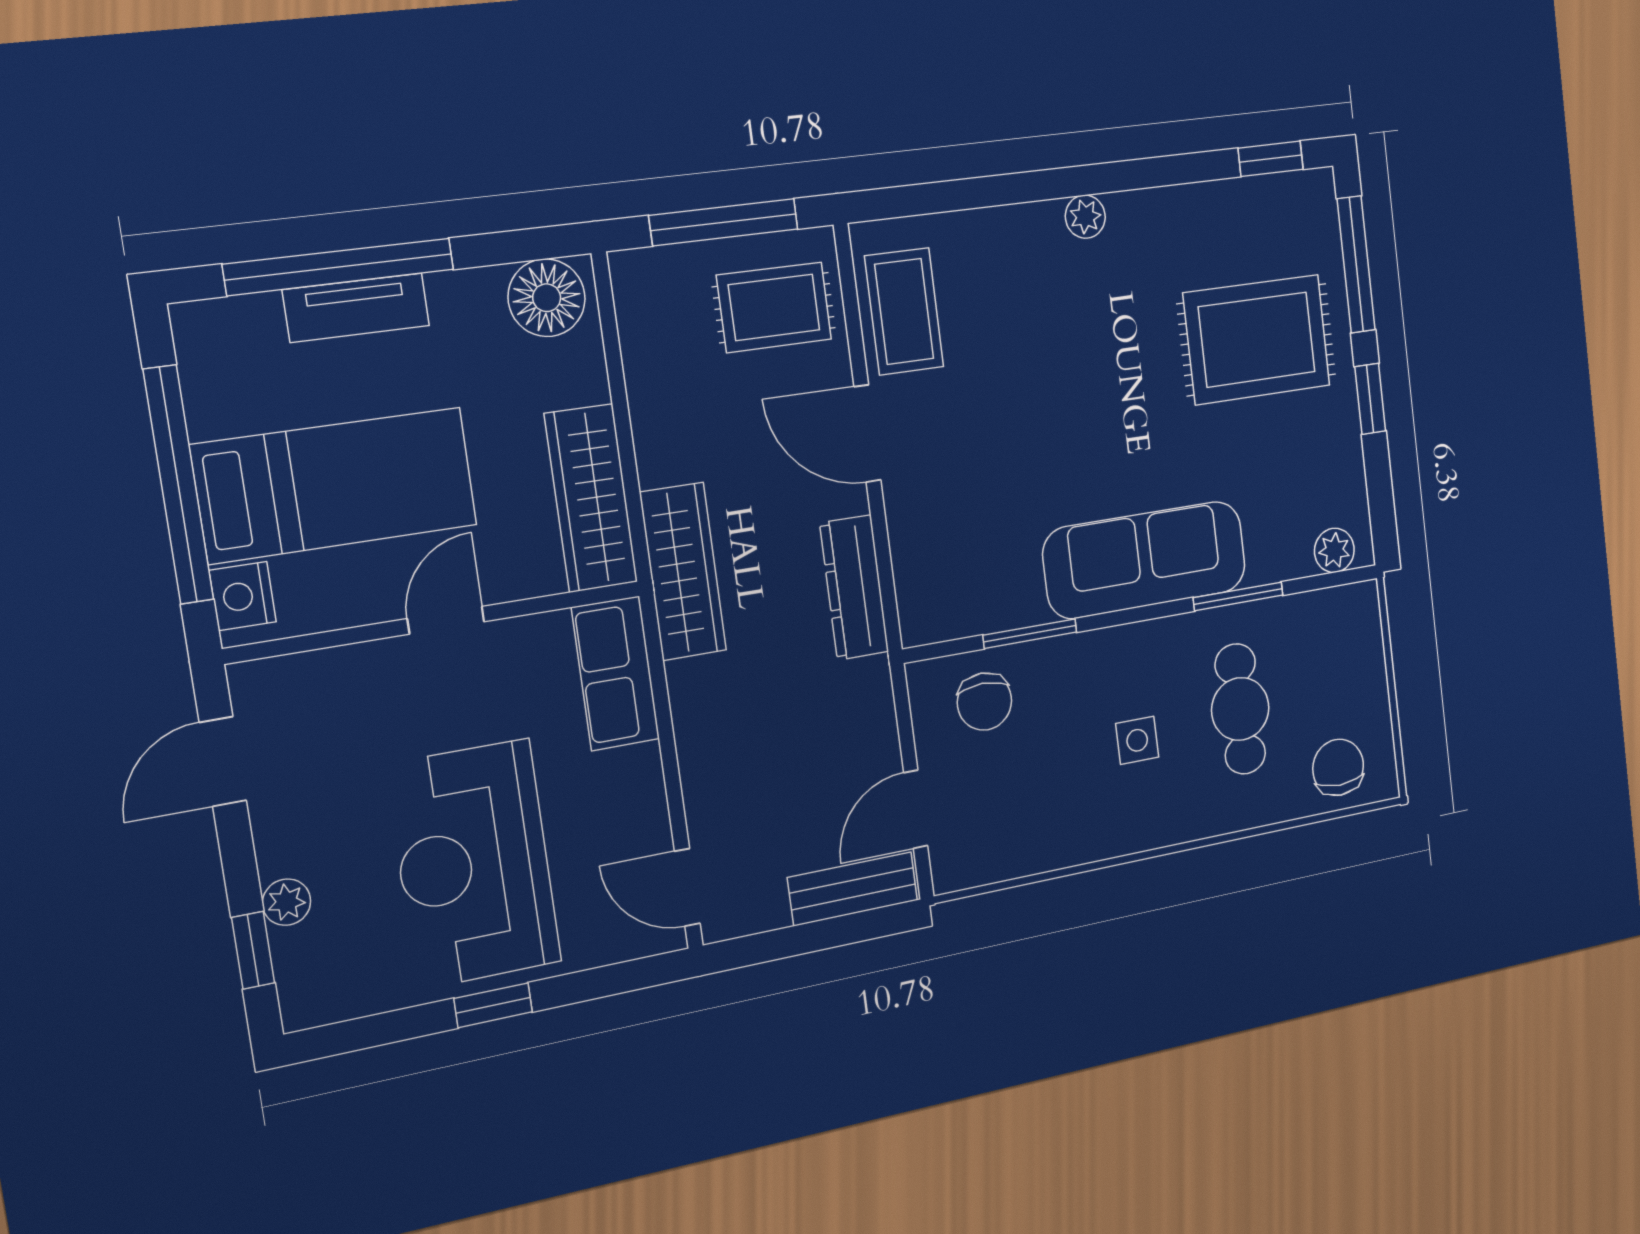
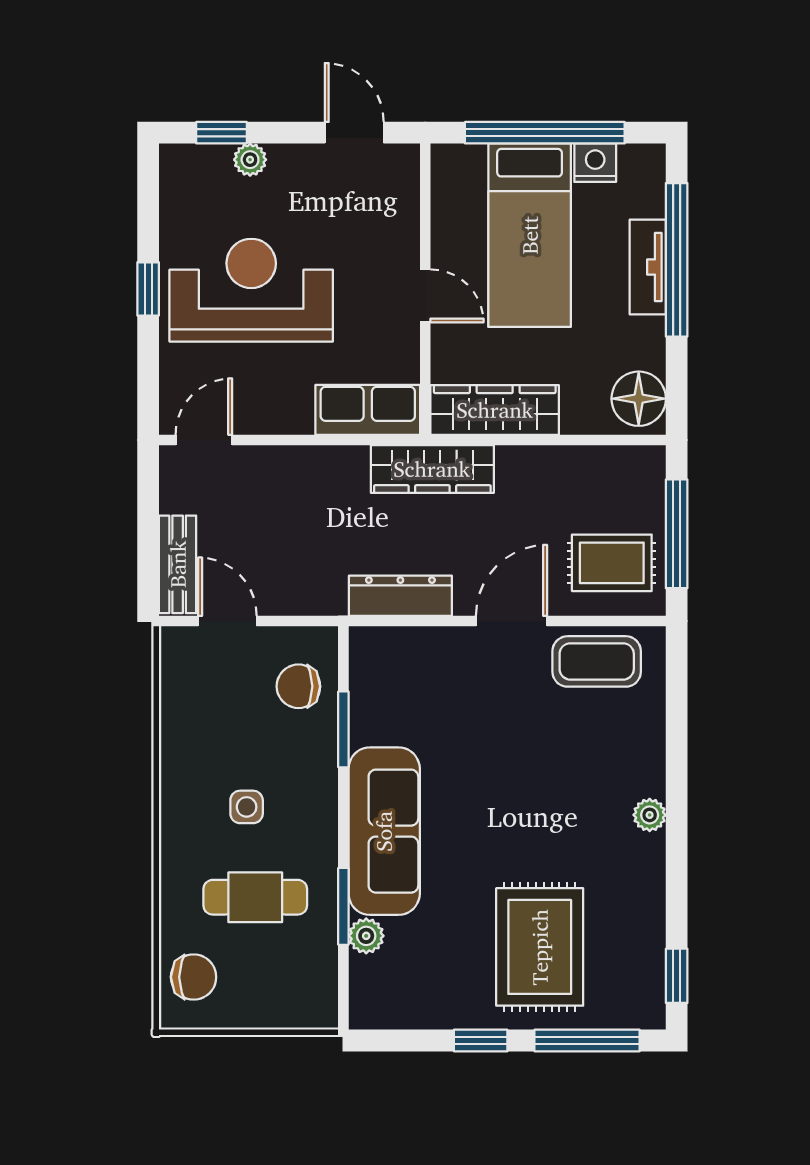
rug: (774, 307) -> (612, 563), turned 90
plant: (1334, 550) -> (366, 936), moved
nightstand: (243, 596) -> (595, 163), moved

